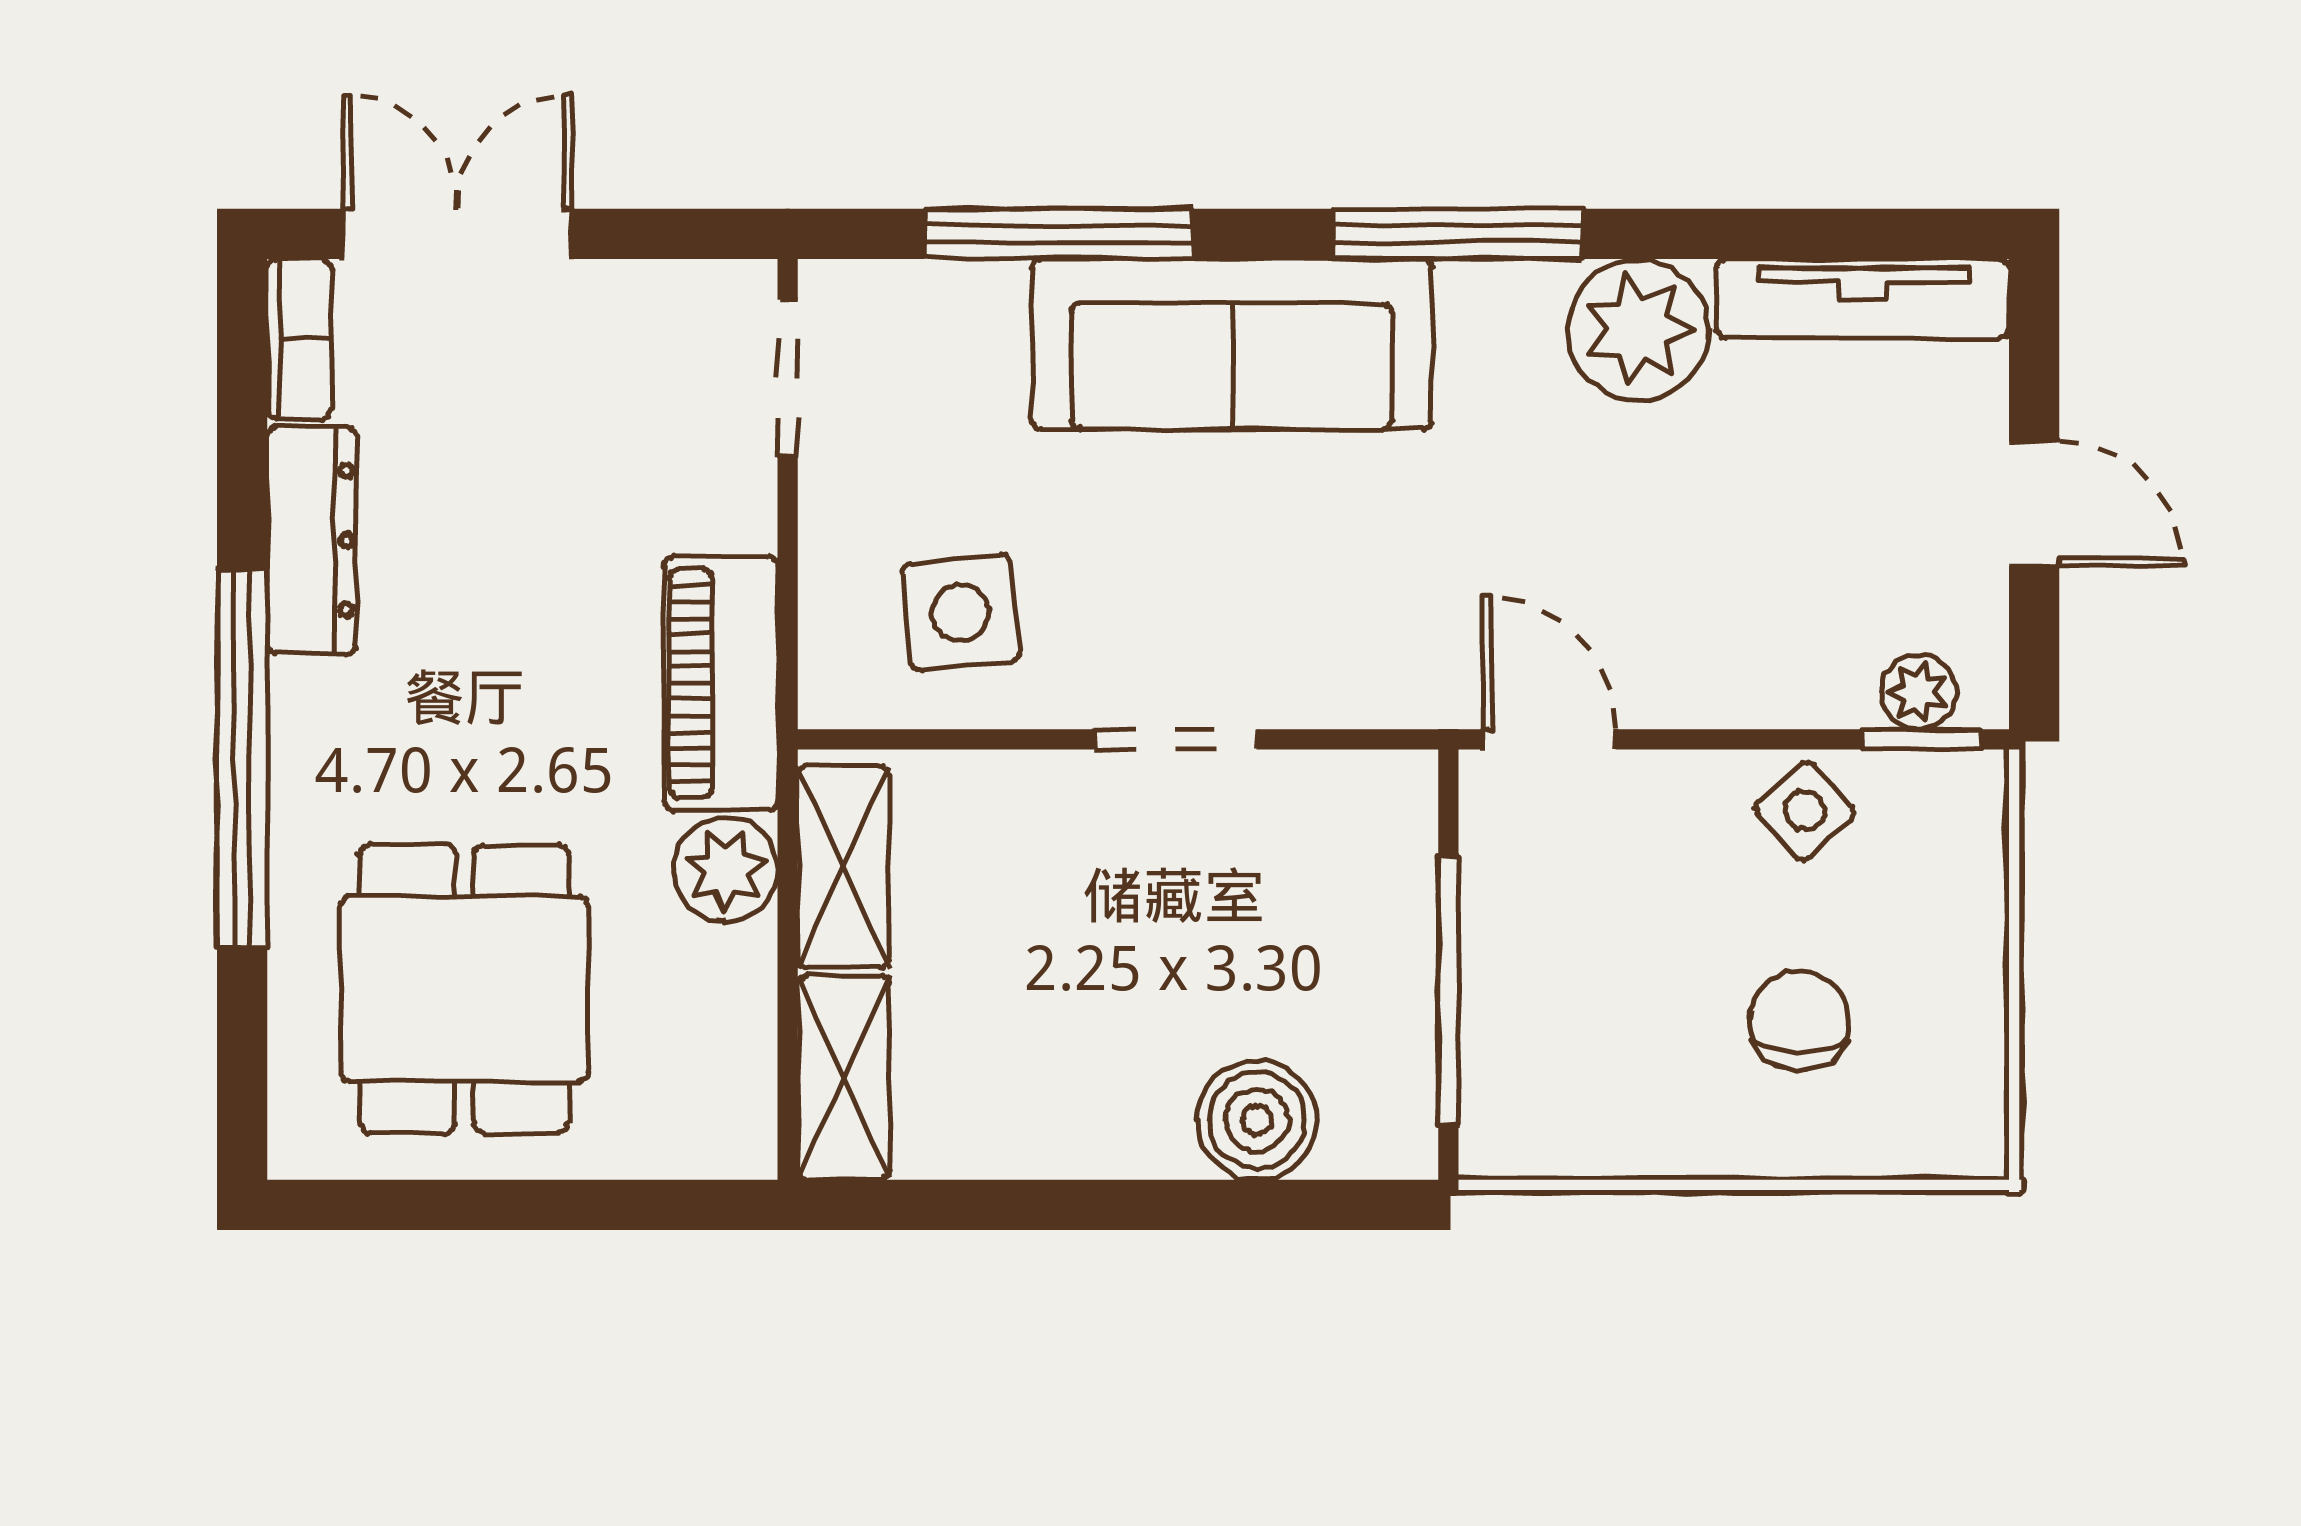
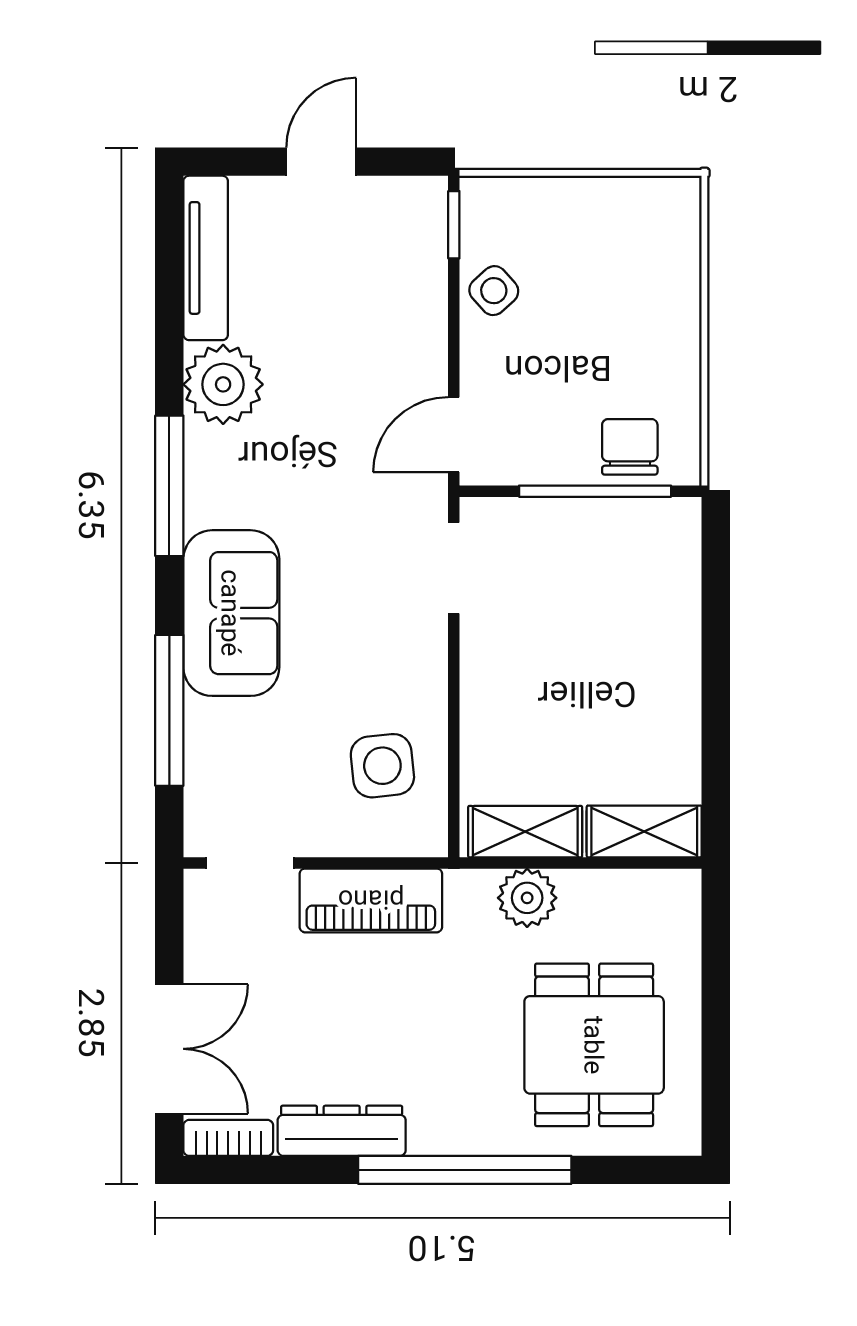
double door: (457, 234) -> (169, 1049), swing flipped
sofa: (1232, 344) -> (231, 613), width x0.73
piano: (721, 683) -> (371, 900), moved
plant: (1919, 692) -> (427, 227), removed
doorway: (1176, 739) -> (454, 568), moved
dining table: (464, 989) -> (594, 1045), turned 90
chair: (1799, 1020) -> (630, 447), moved, turned 88
boiler: (1257, 1120) -> (668, 599), removed

